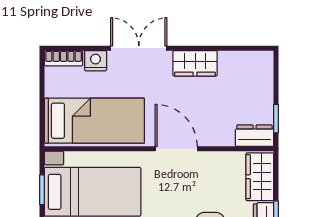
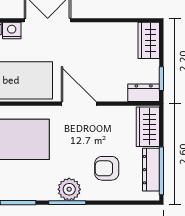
wardrobe: (195, 63) -> (149, 40), moved, turned 90

